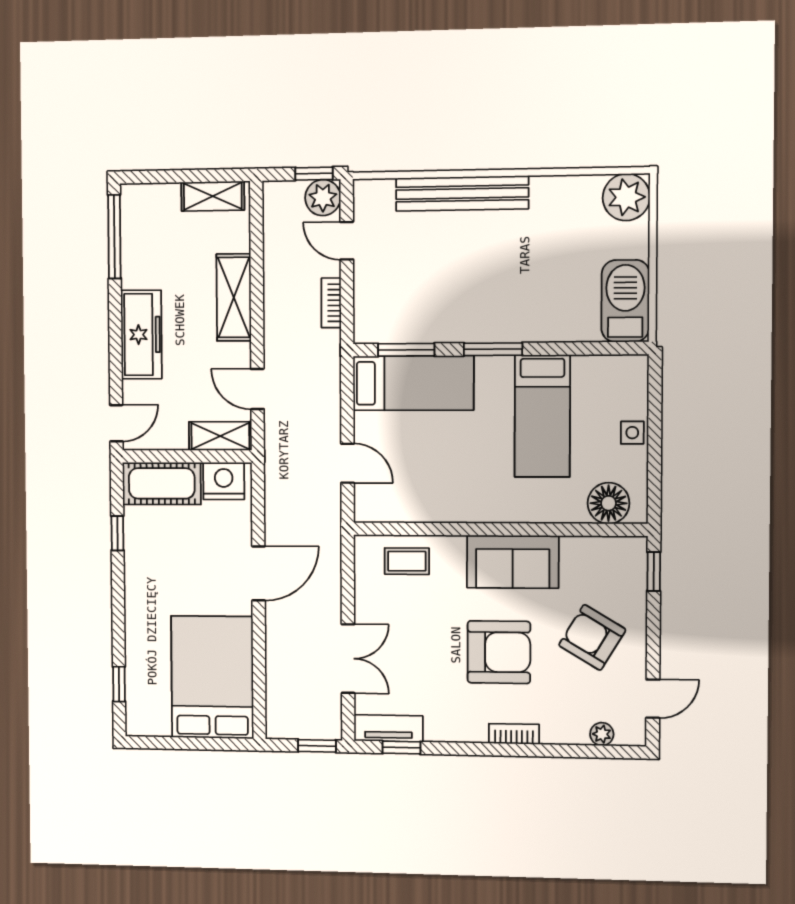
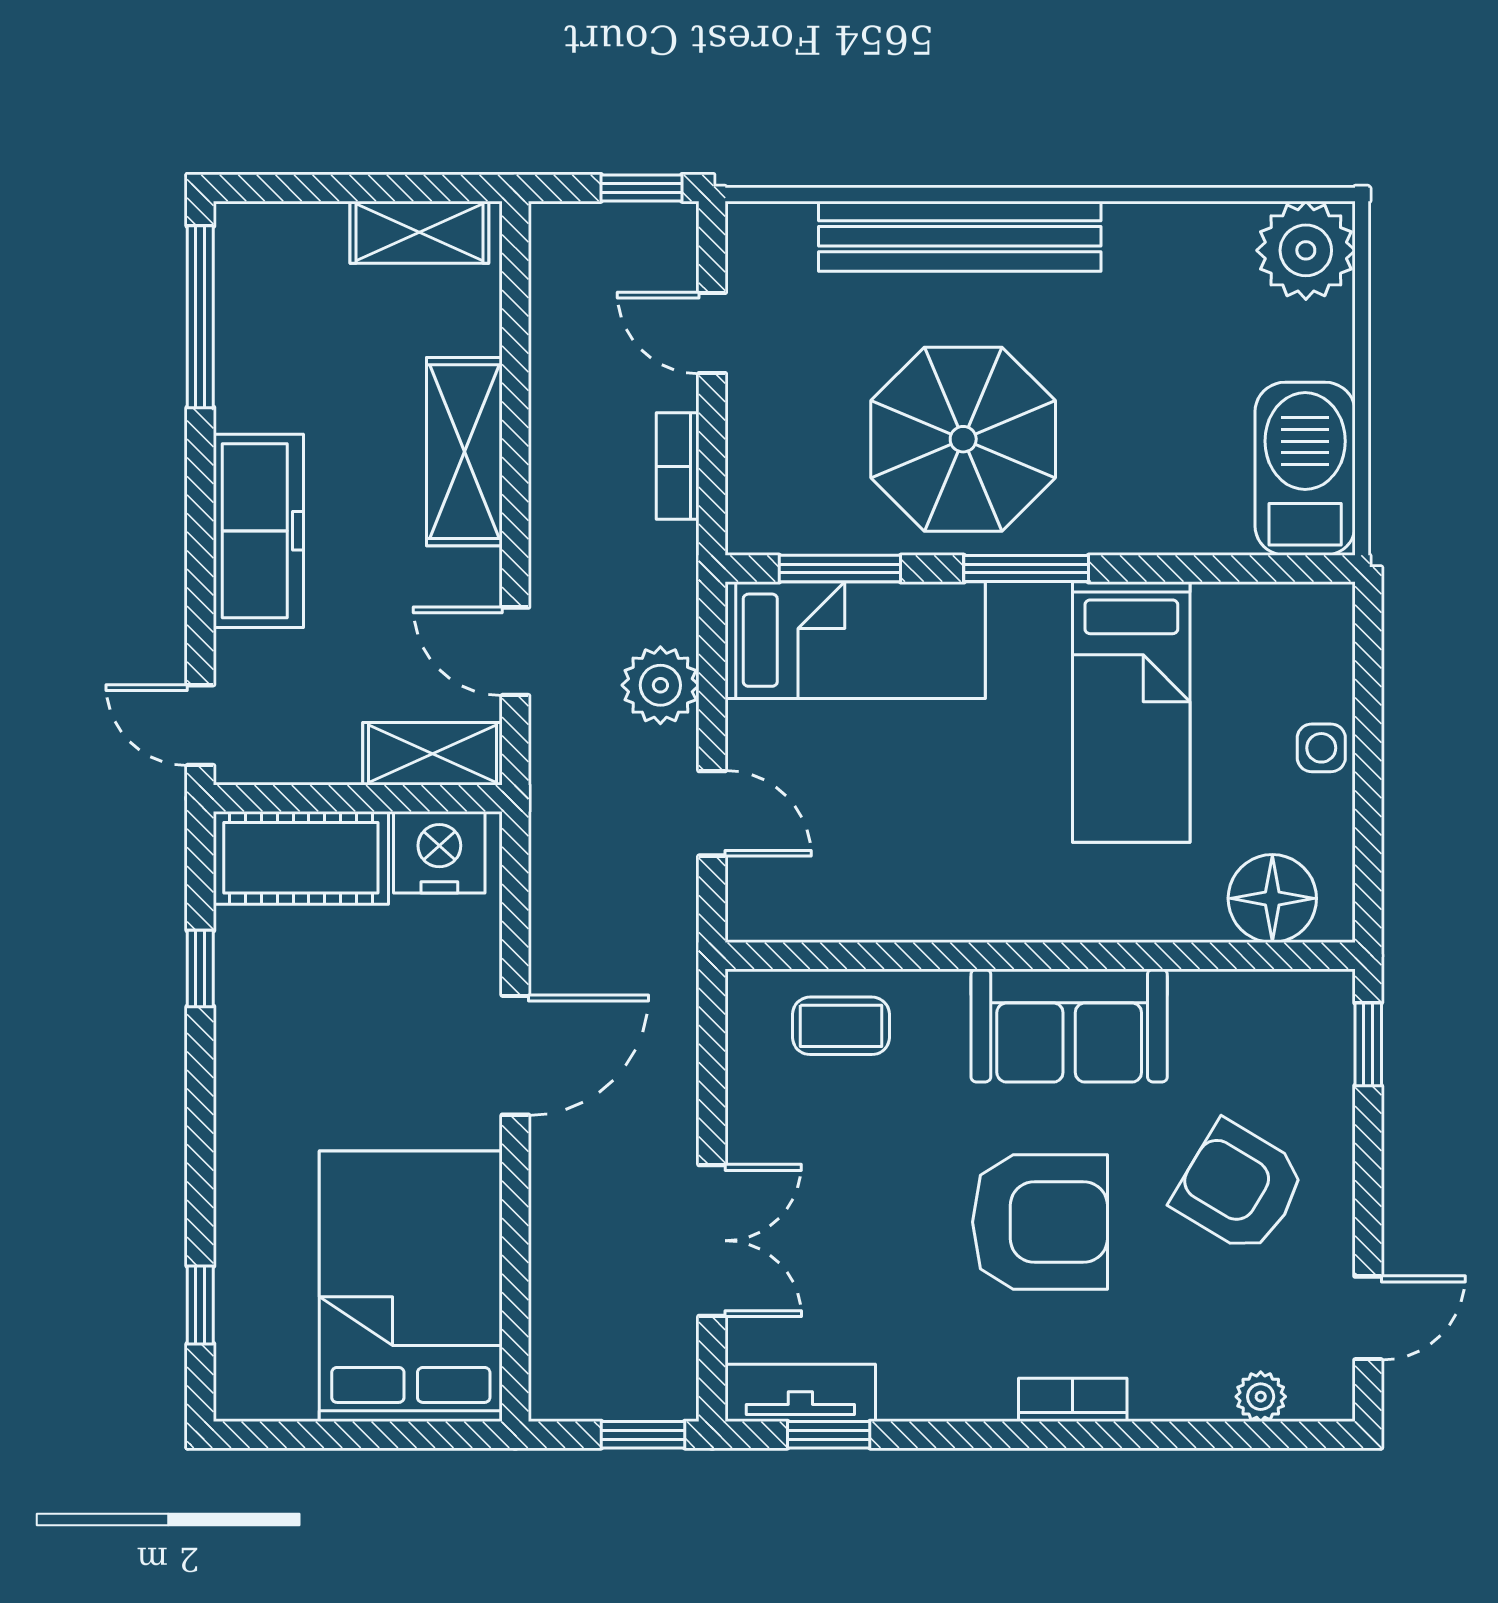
plant: (323, 198) -> (660, 685), moved
parasol: (464, 289) -> (963, 439), added
door: (116, 423) -> (200, 725), swing flipped

